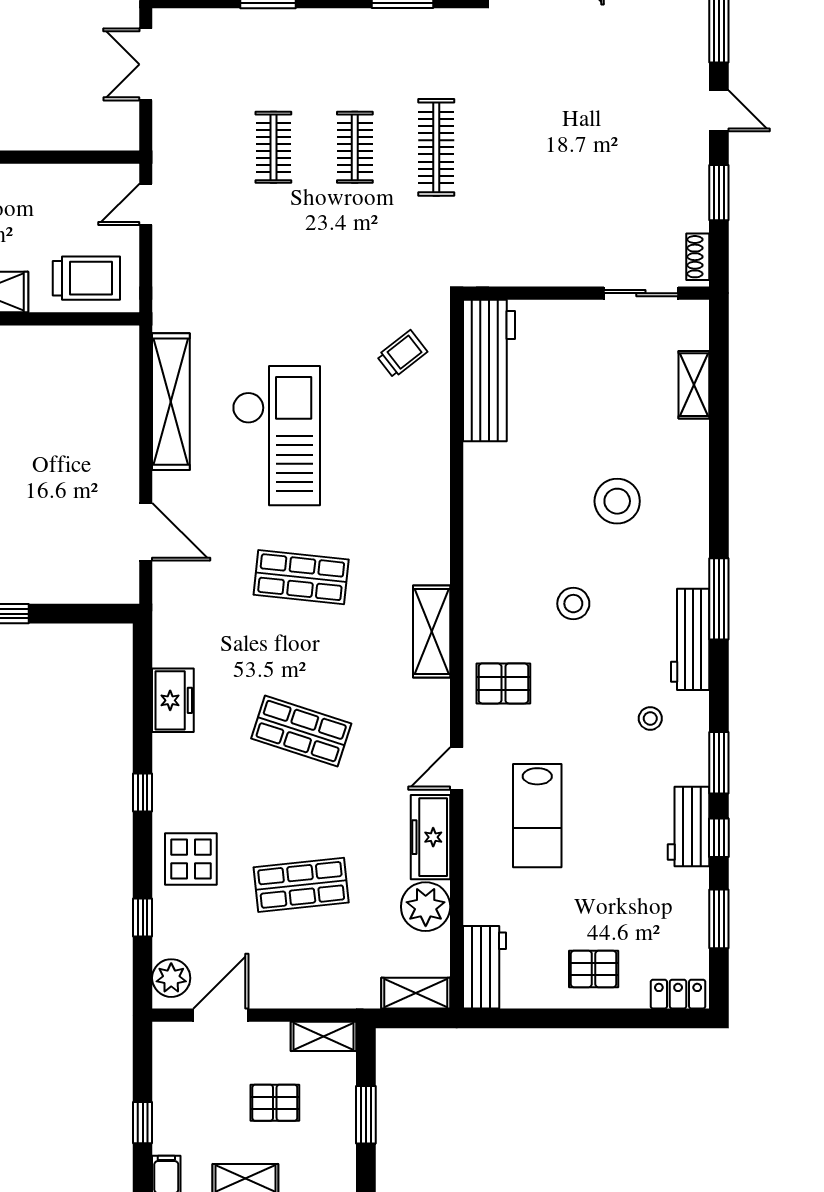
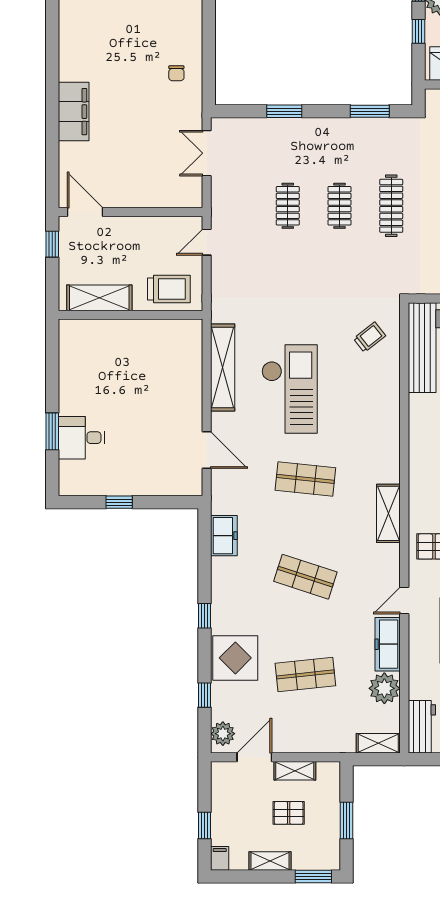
freezer: (173, 700) -> (224, 536), moved
display table: (191, 859) -> (235, 658), width x1.36, depth x1.36
shelving: (323, 1036) -> (295, 771), moved

